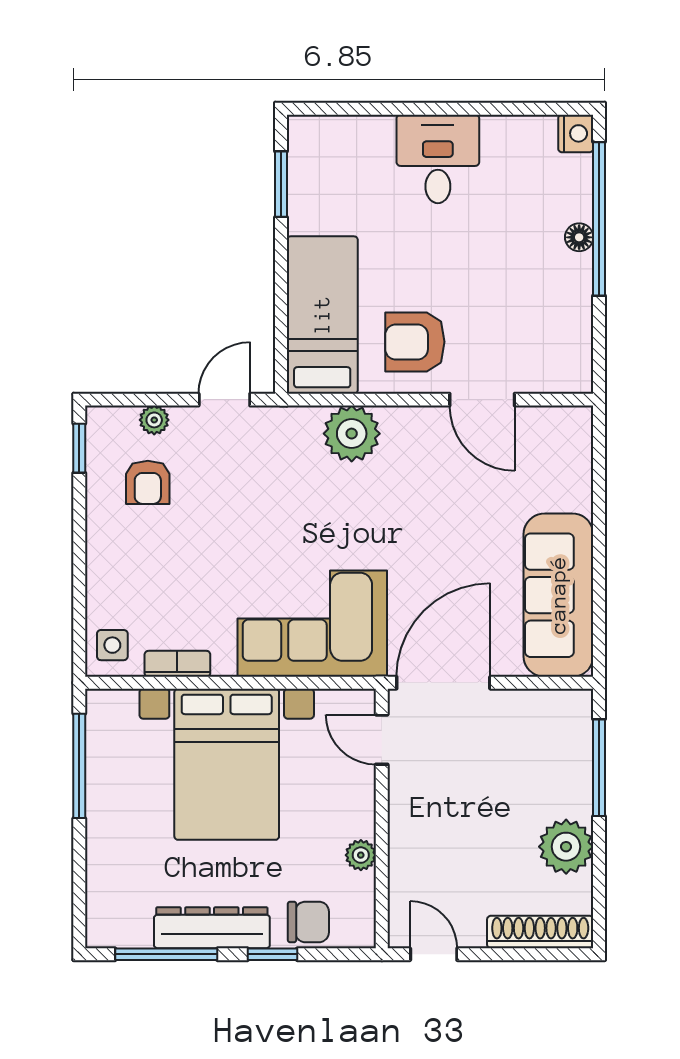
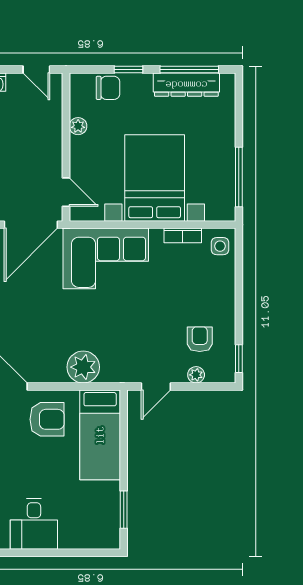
chair: (308, 922) -> (108, 88), turned 180
dresser: (212, 928) -> (186, 85), moved

